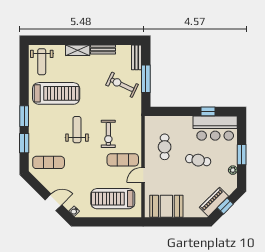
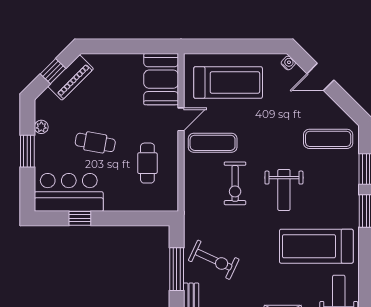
exercise bike: (108, 134) -> (235, 183), turned 180
booth: (166, 206) -> (161, 79), moved, turned 90

